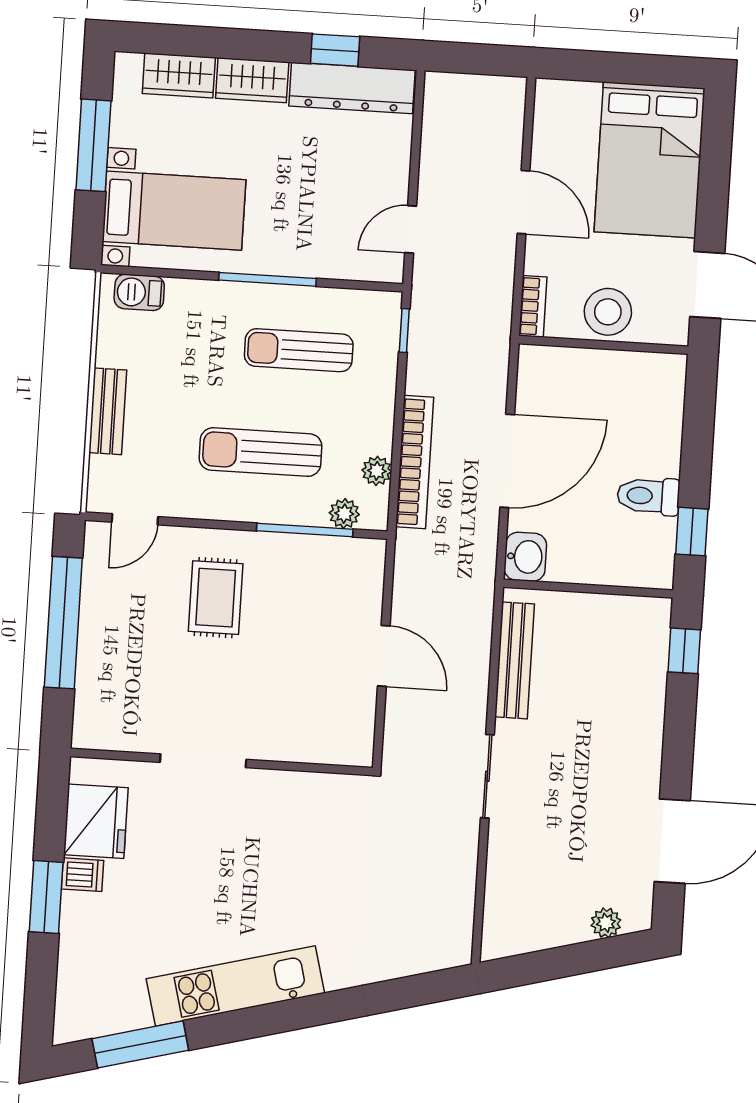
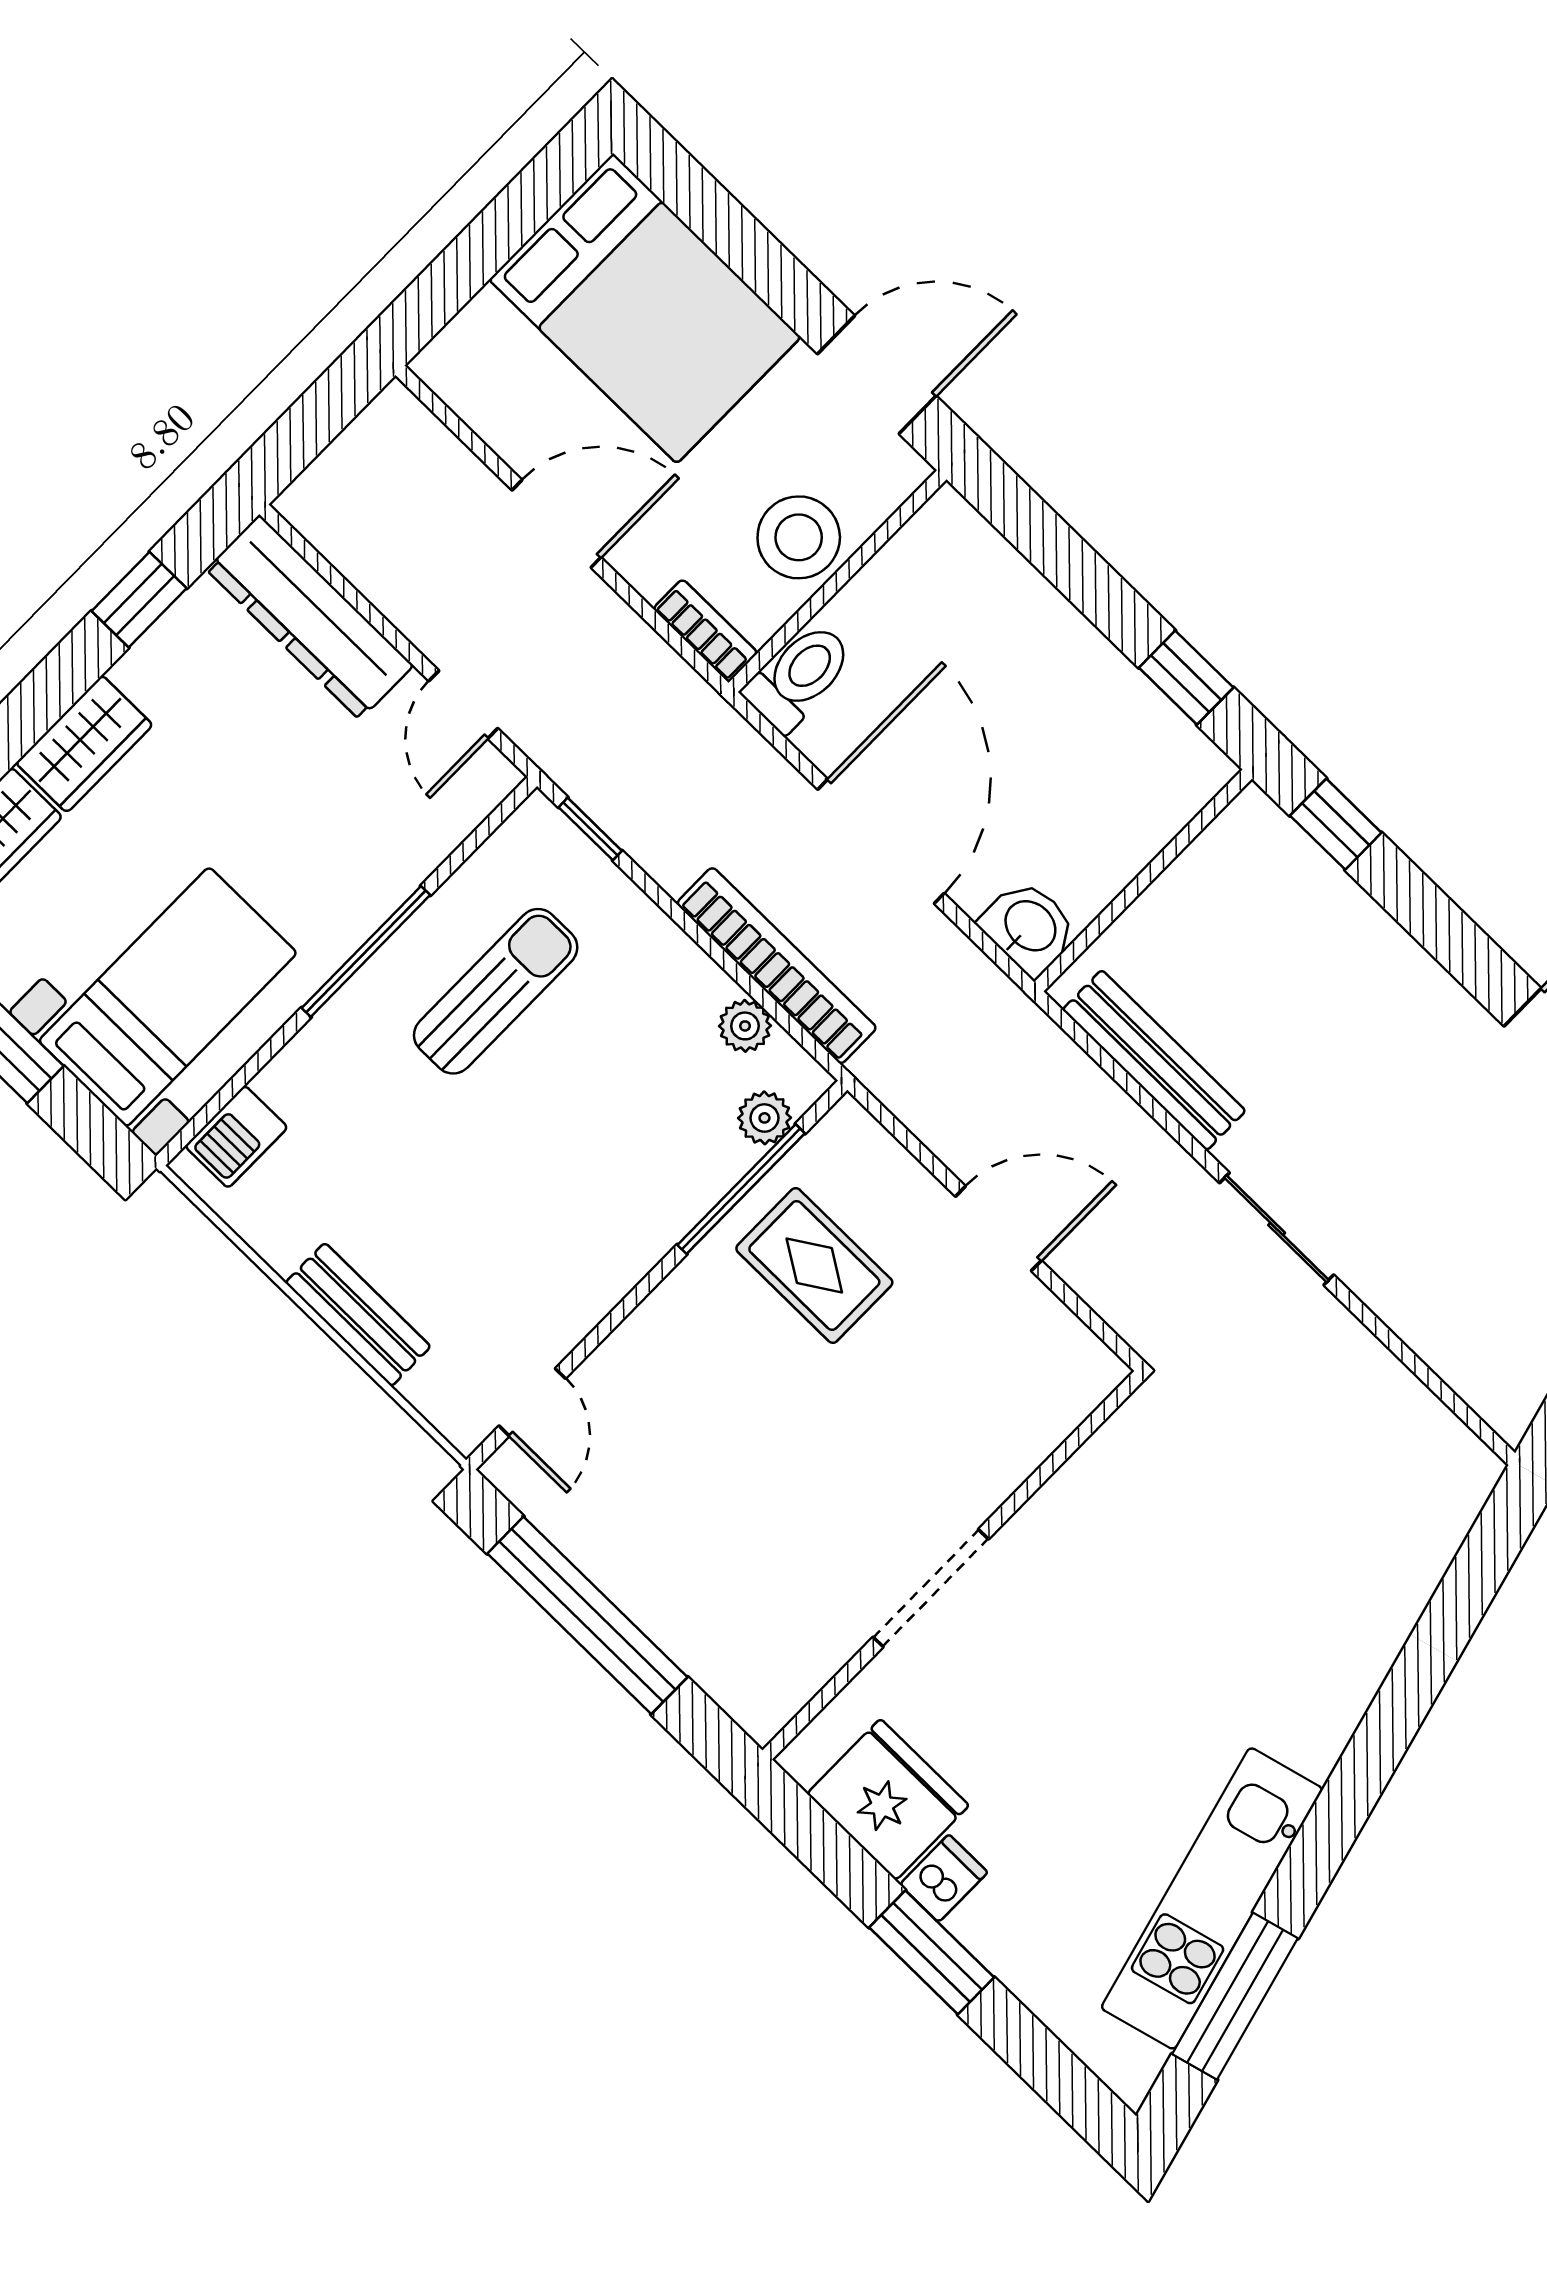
dresser: (352, 88) -> (310, 617), moved, turned 90
sun lounger: (299, 350) -> (496, 991), turned 180
sun lounger: (260, 452) -> (587, 1159), removed
toilet: (648, 496) -> (799, 677), moved, turned 180
rug: (216, 598) -> (814, 1265), moved
kitchen unit: (235, 986) -> (1212, 1898), moved

